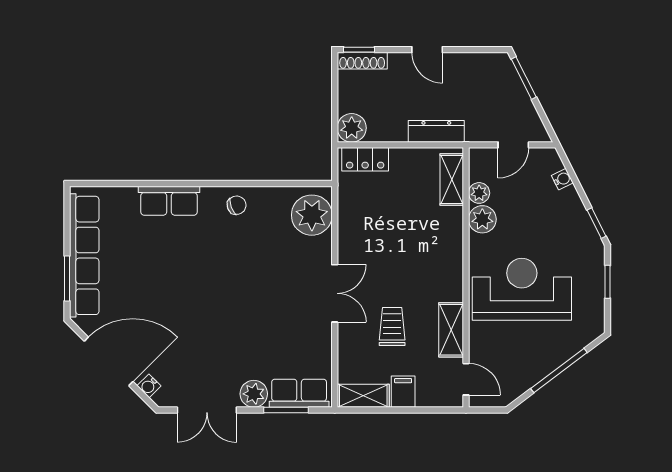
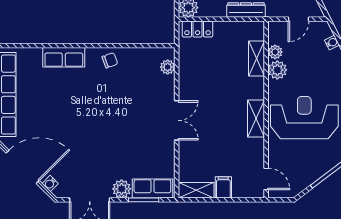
shelving: (452, 180) -> (257, 59), moved
plant: (312, 215) -> (168, 67), width x0.53, depth x0.53
trolley: (392, 326) -> (216, 143), removed
shelving: (451, 330) -> (256, 118), moved

